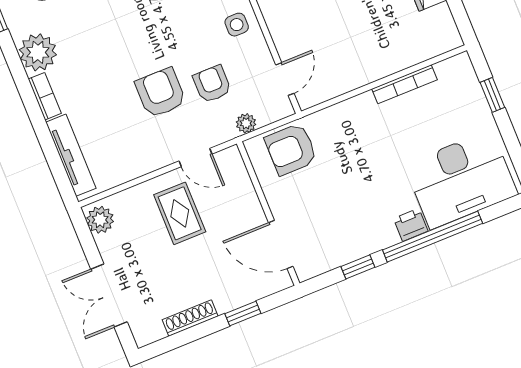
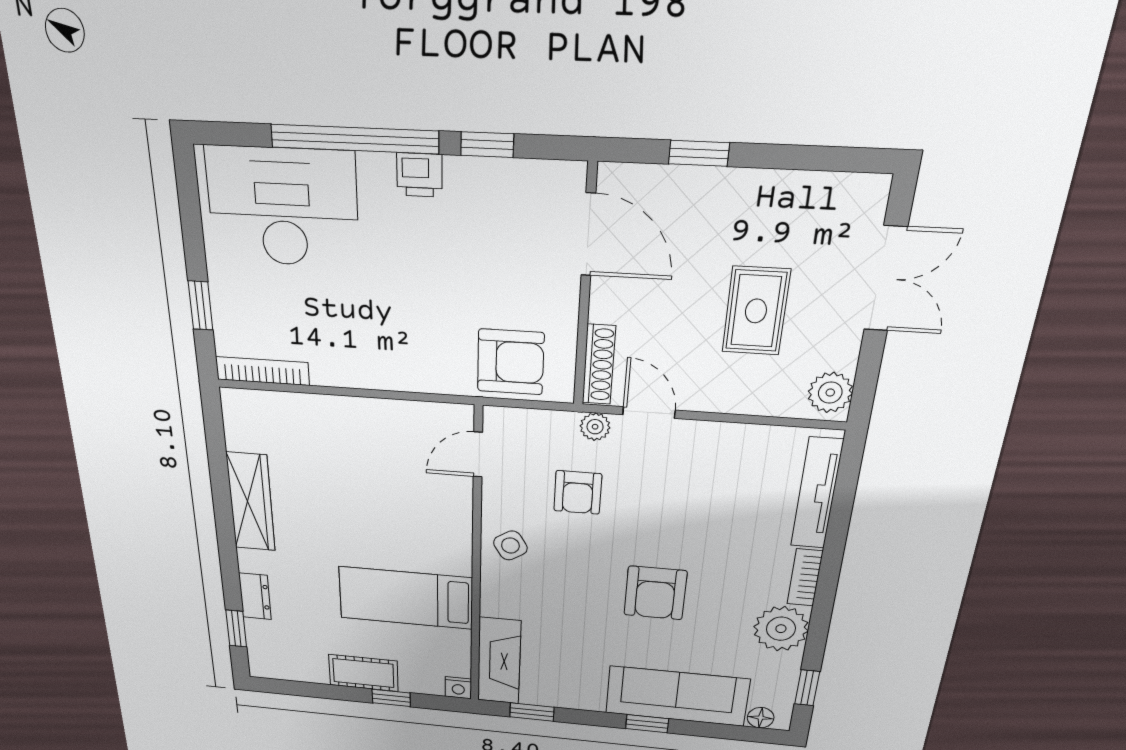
side table: (237, 25) -> (510, 545), turned -32
bookcase: (405, 84) -> (262, 371), moved
armchair: (161, 93) -> (655, 593), moved
plant: (246, 123) -> (595, 427), moved
rug: (180, 213) -> (756, 311), moved
printer: (411, 225) -> (419, 175), moved
shoe rack: (190, 318) -> (599, 365), moved, turned -90

